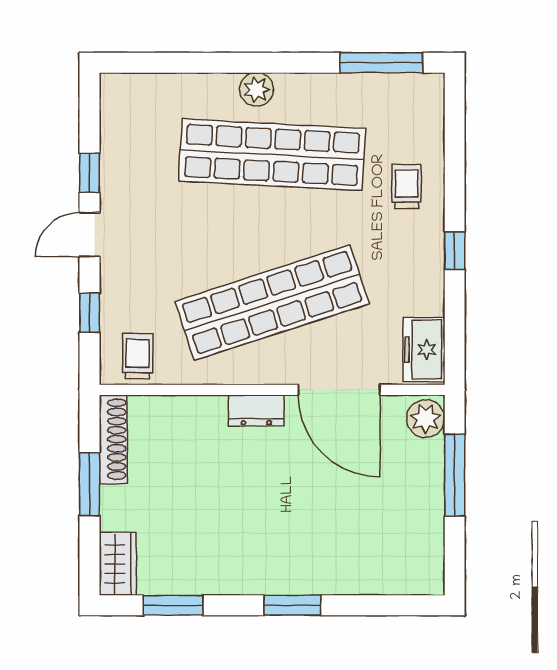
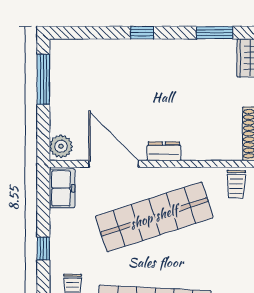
window: (455, 475) -> (43, 79), moved
window: (293, 605) -> (142, 33), width x0.67

